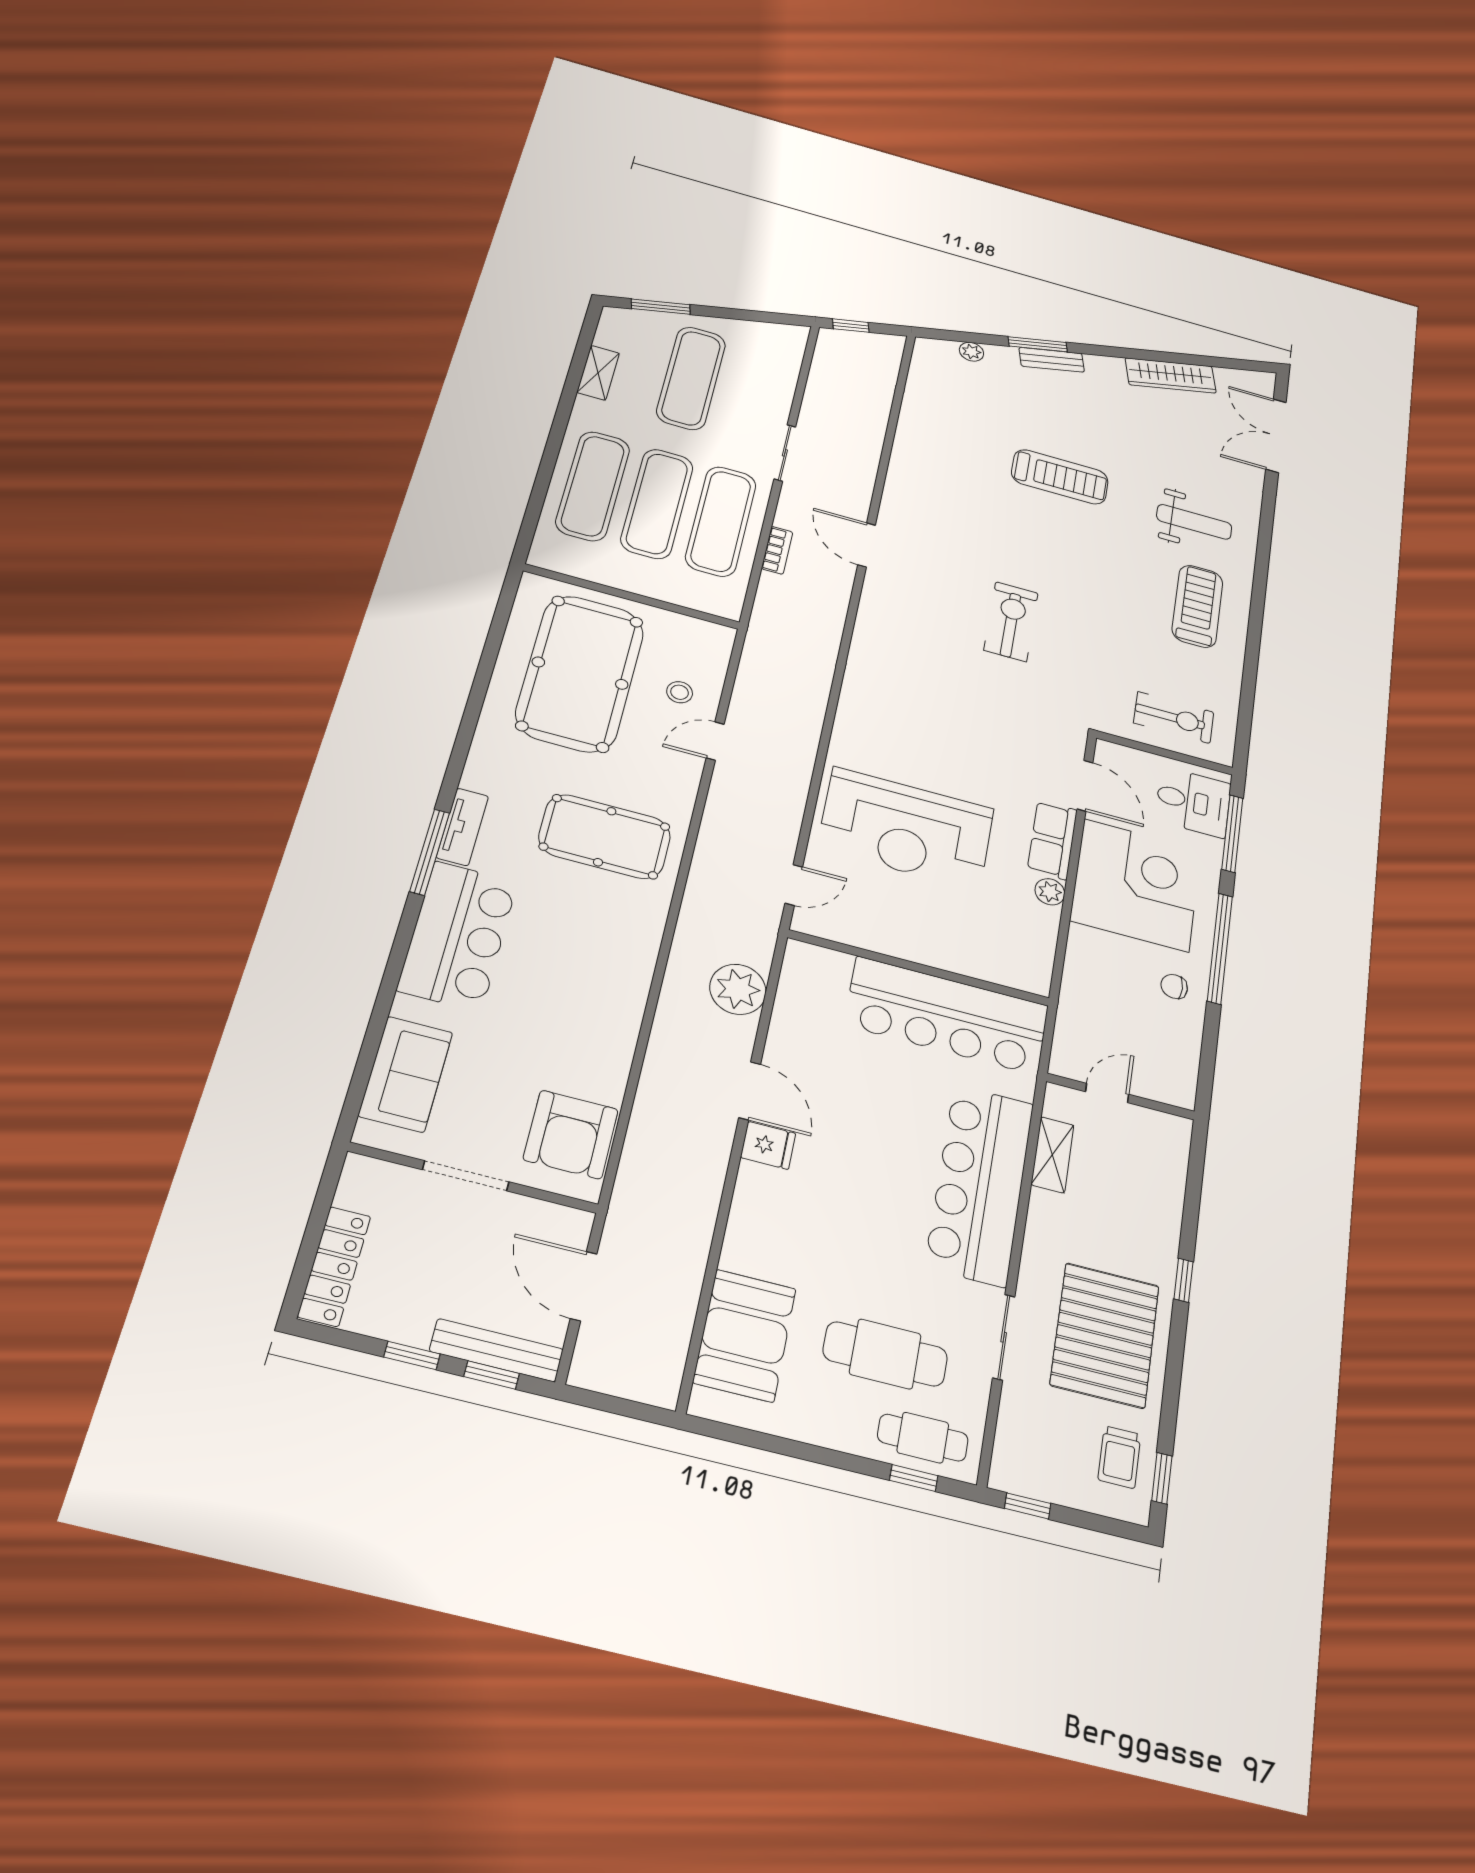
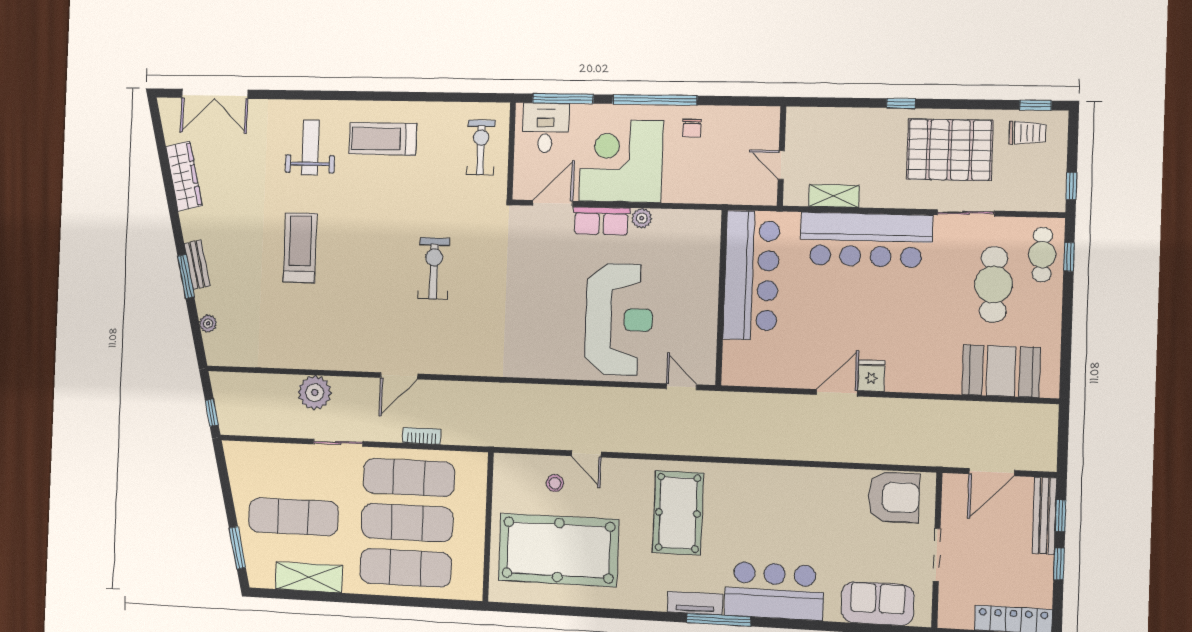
shelving: (598, 373) -> (309, 577), width x1.50, depth x1.33
exercise bike: (1011, 622) -> (434, 268), turned 90
plant: (738, 989) -> (315, 393), moved

